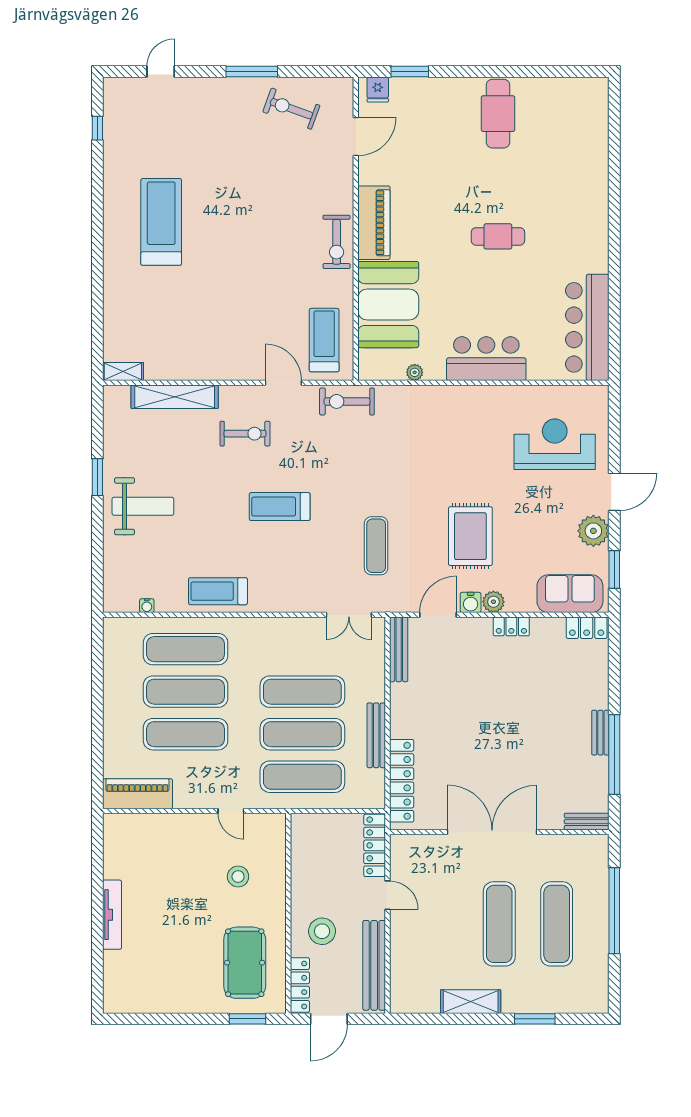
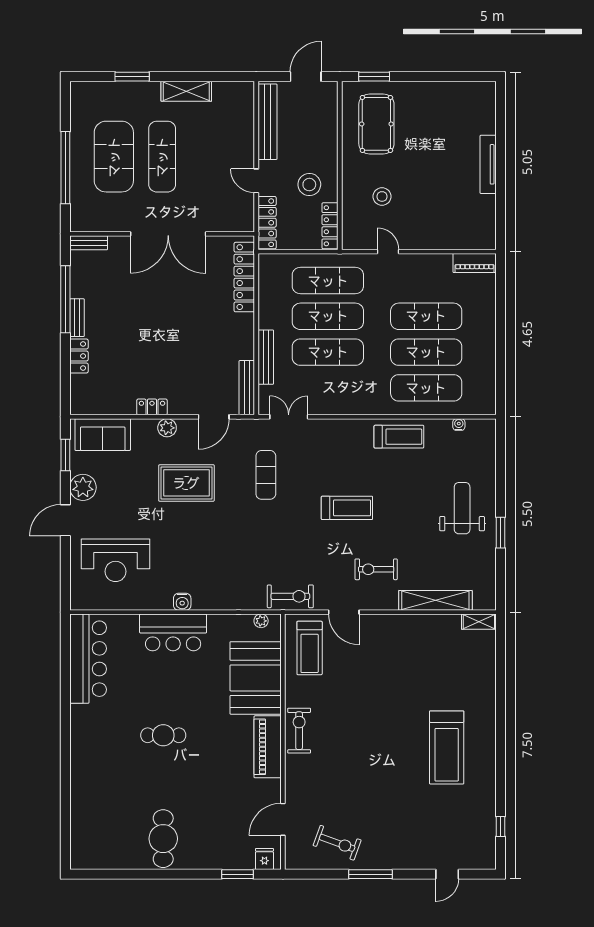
plant: (415, 372) -> (261, 621), moved
weight bench: (143, 506) -> (462, 508), turned 90
rug: (470, 536) -> (186, 483), turned 90
water cooler: (471, 602) -> (182, 602), moved, turned 180
locker: (587, 628) -> (79, 356), moved, turned 90
bench: (376, 735) -> (266, 357), moved
piano: (137, 794) -> (475, 263), width x0.73, depth x0.75
exercise mat: (557, 924) -> (114, 157), width x1.47
stool: (322, 931) -> (309, 185), moved
locker: (300, 985) -> (330, 226), moved

